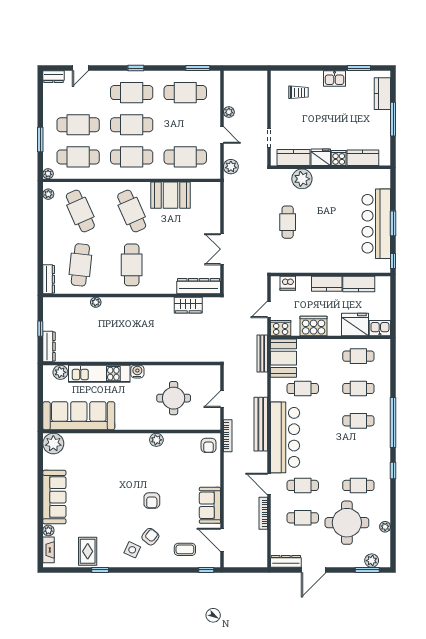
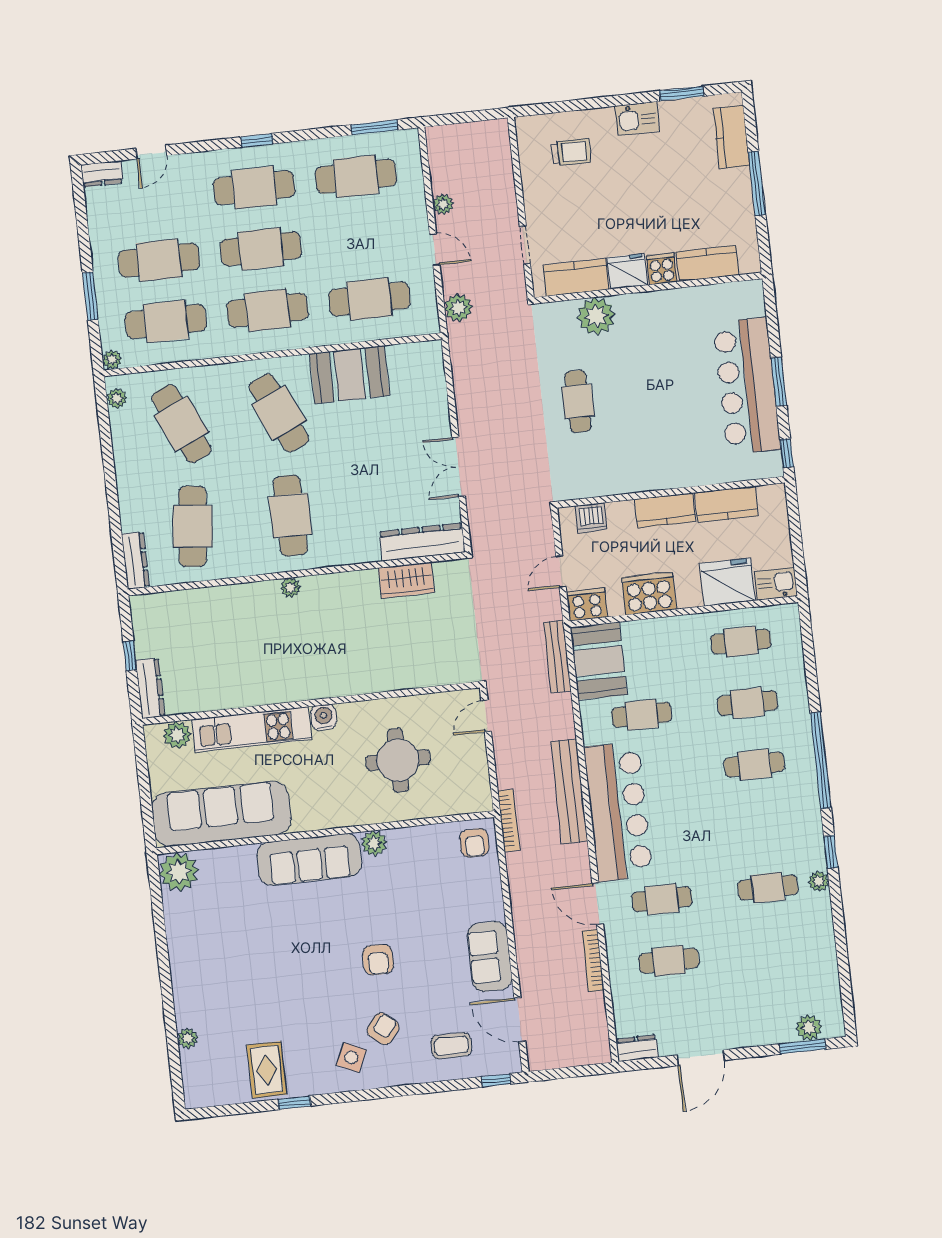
plant: (96, 302) -> (291, 587), moved
door: (222, 399) -> (486, 716), moved
sofa: (54, 497) -> (309, 859), moved, turned 90
round table: (347, 523) -> (754, 961), removed
plant: (385, 527) -> (819, 881), moved
fireplace: (49, 550) -> (192, 1075), removed
dresser: (286, 561) -> (637, 1048), width x0.70

